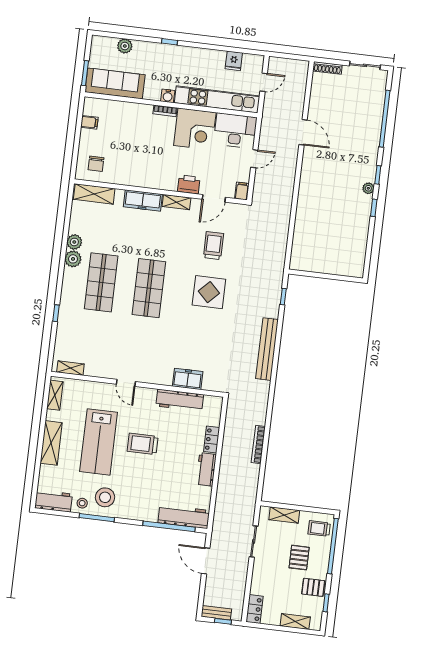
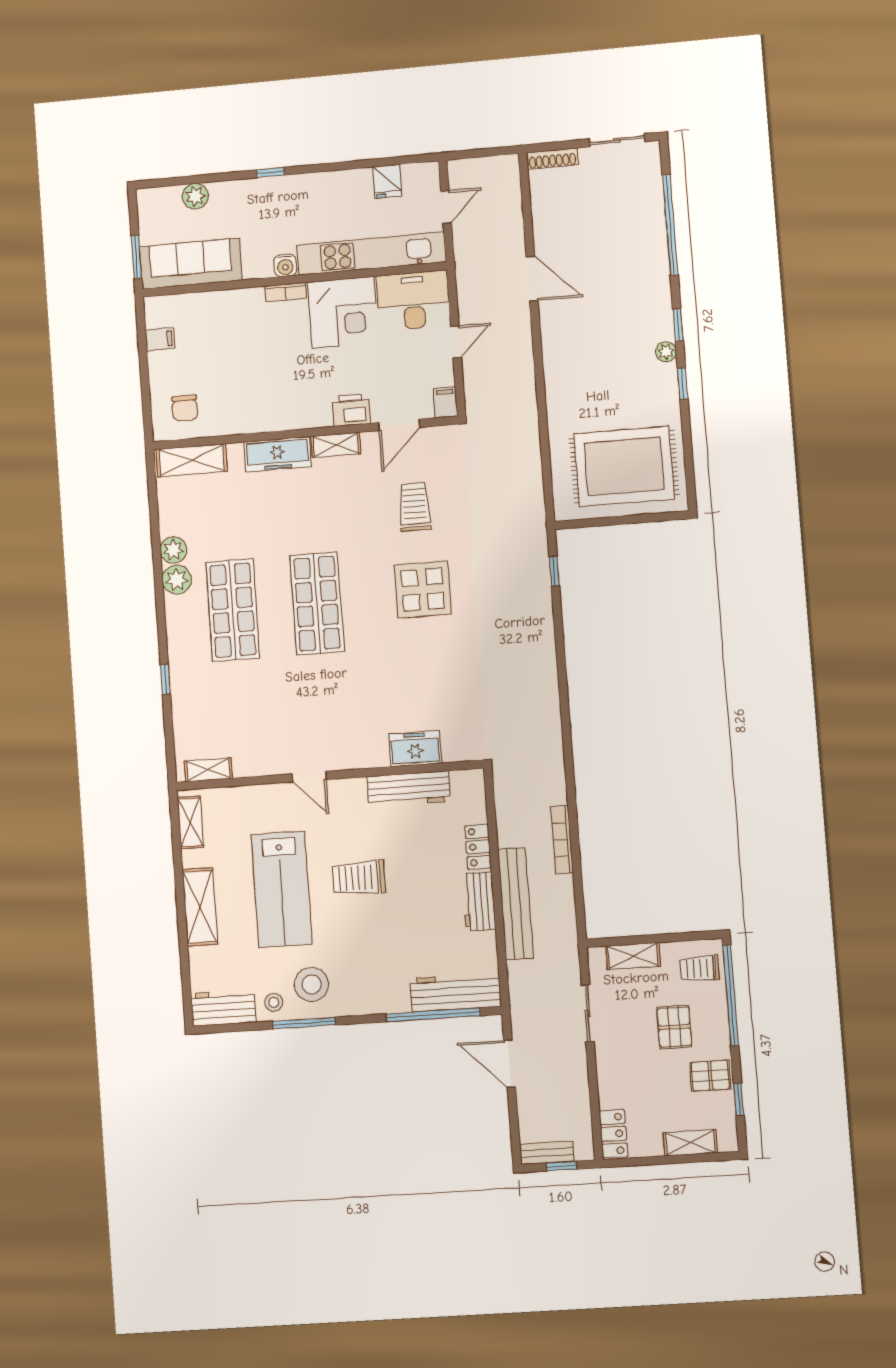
rug: (333, 247) -> (624, 466), added
bench: (267, 349) -> (515, 904), moved

